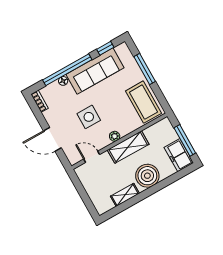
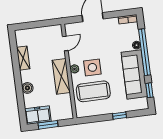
window: (145, 69) -> (119, 116), width x0.46
coffee table: (143, 102) -> (93, 91), moved
side table: (89, 117) -> (92, 67), moved
window: (185, 140) -> (48, 125), width x0.69
boiler: (147, 176) -> (27, 88), width x0.54, depth x0.54

